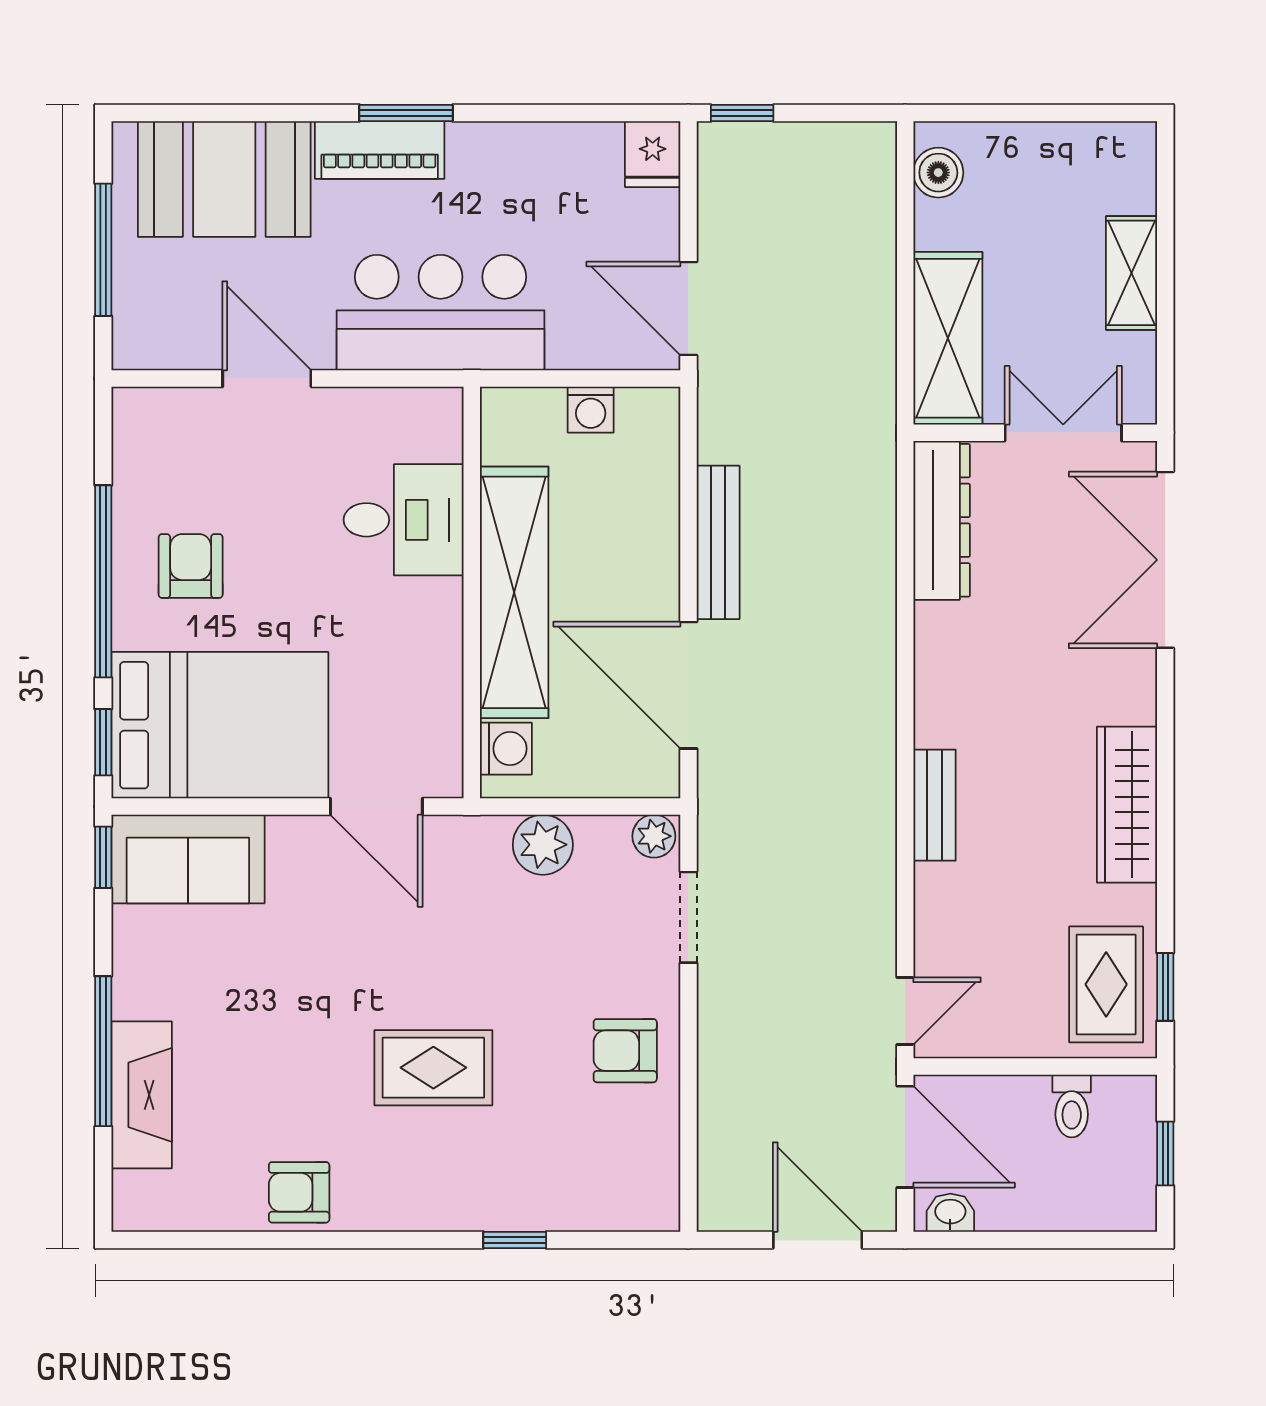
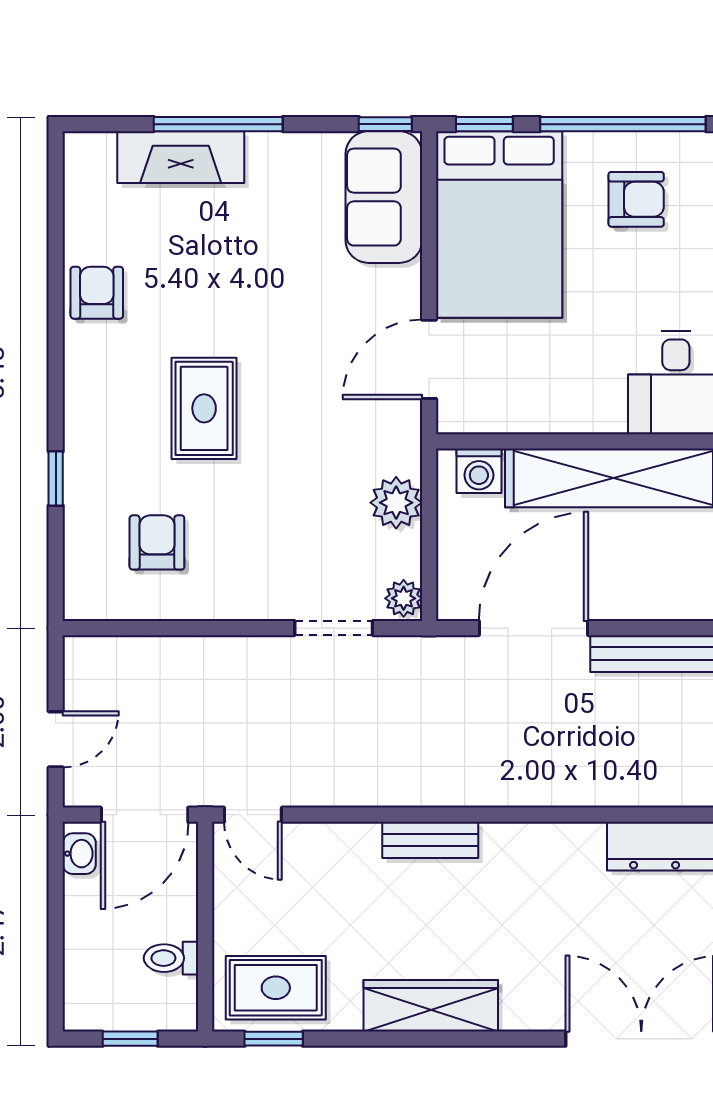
armchair: (625, 1051) -> (157, 542), moved
door: (818, 1240) -> (56, 739), width x0.73

